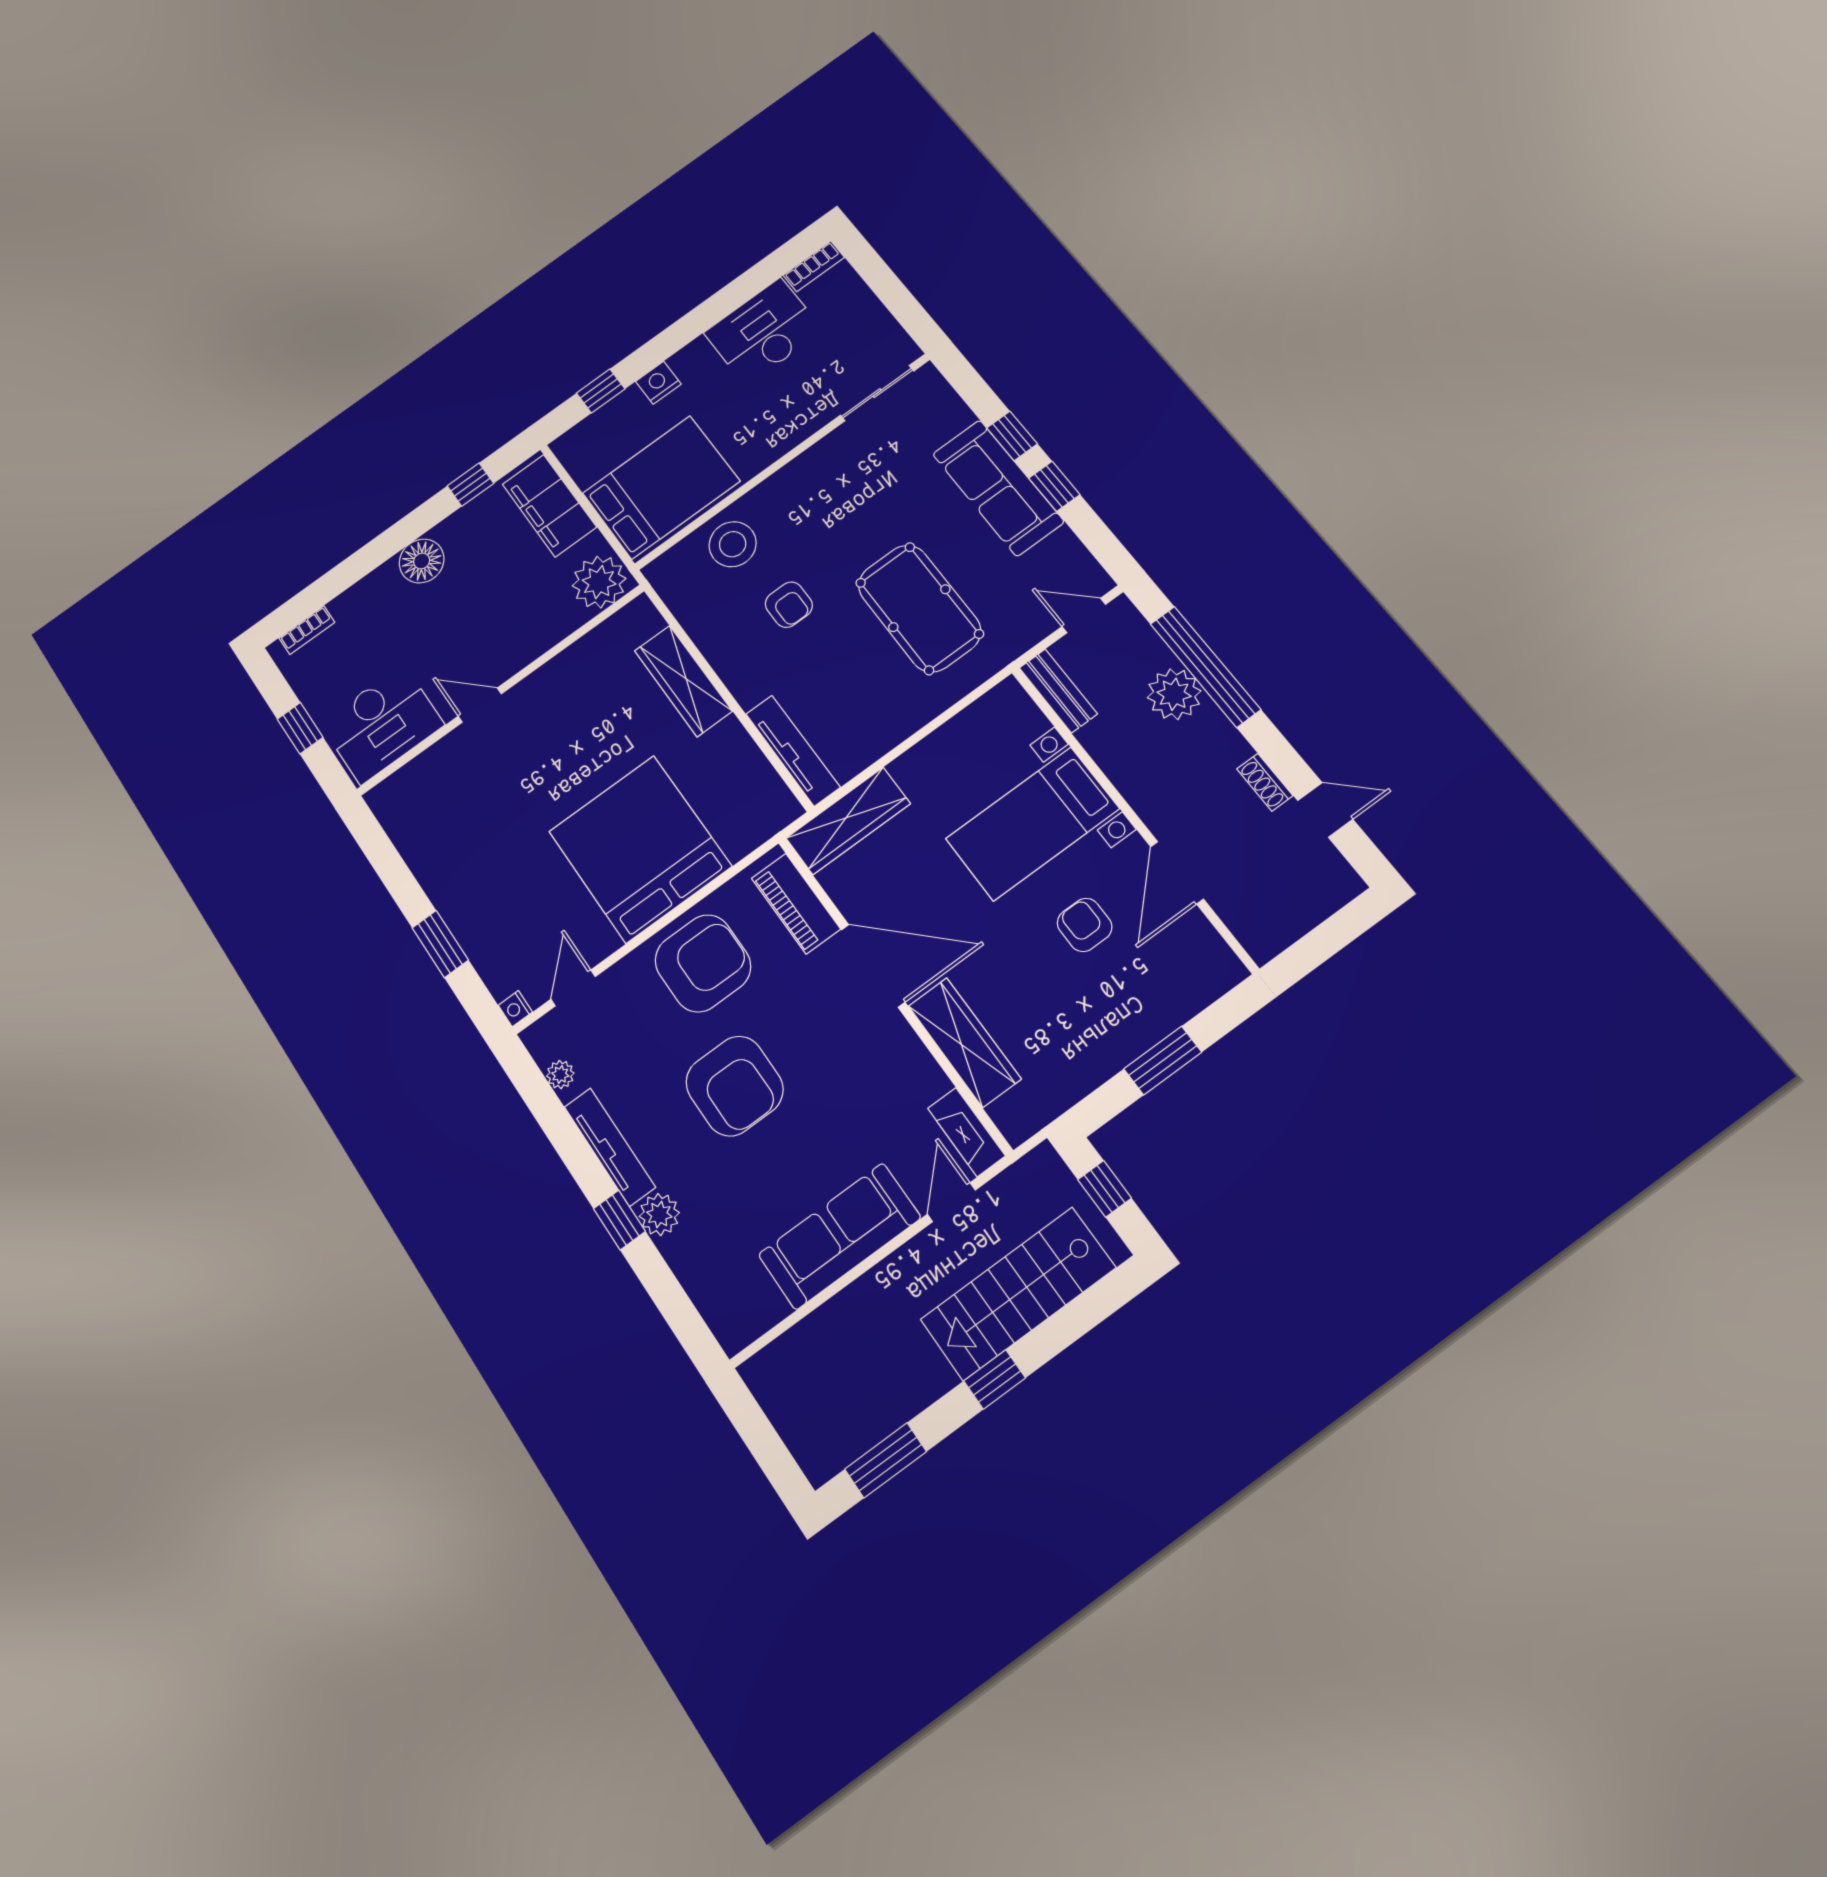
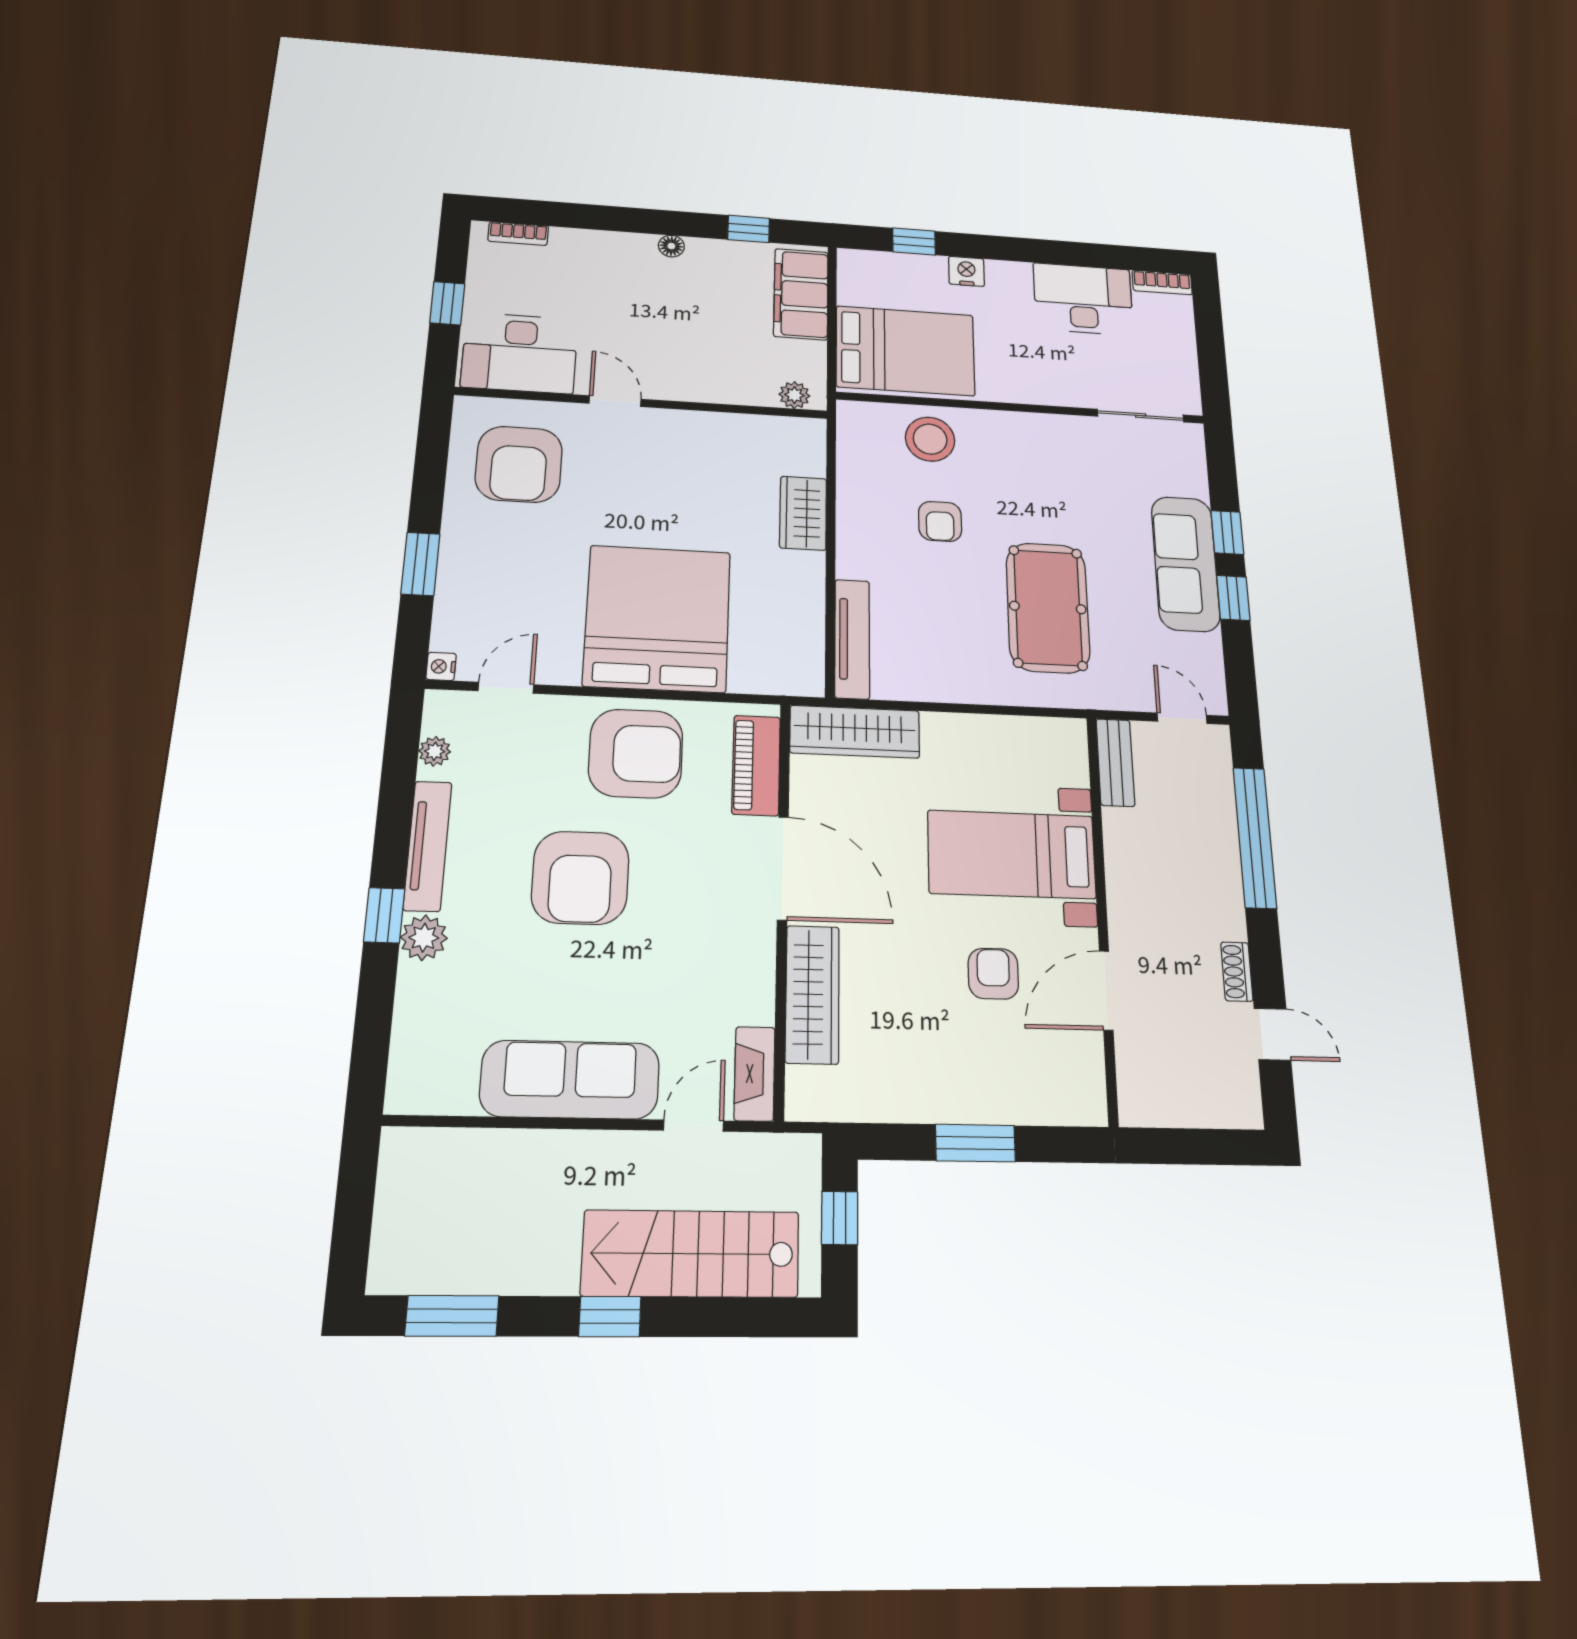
floor lamp: (422, 561) -> (671, 246), width x0.53, depth x0.53
plant: (599, 582) -> (794, 395), width x0.53, depth x0.53
wardrobe: (683, 681) -> (803, 513), width x0.67
plant: (1174, 694) -> (1212, 840), removed
armchair: (449, 811) -> (519, 464), added

